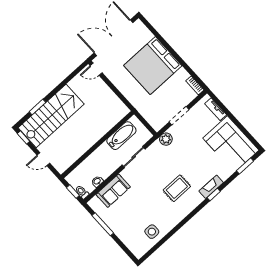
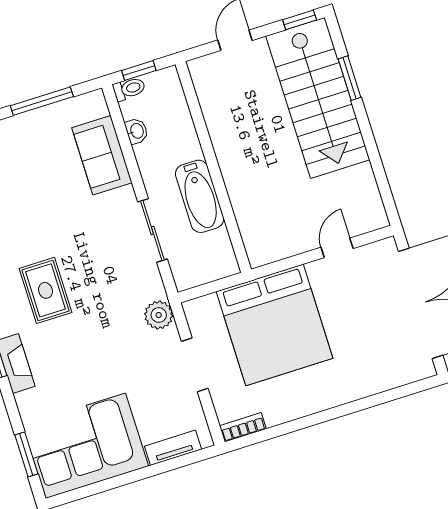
bed: (153, 66) -> (274, 325), moved, turned 180
door: (96, 69) -> (337, 248), moved
bathtub: (121, 136) -> (200, 196), moved

